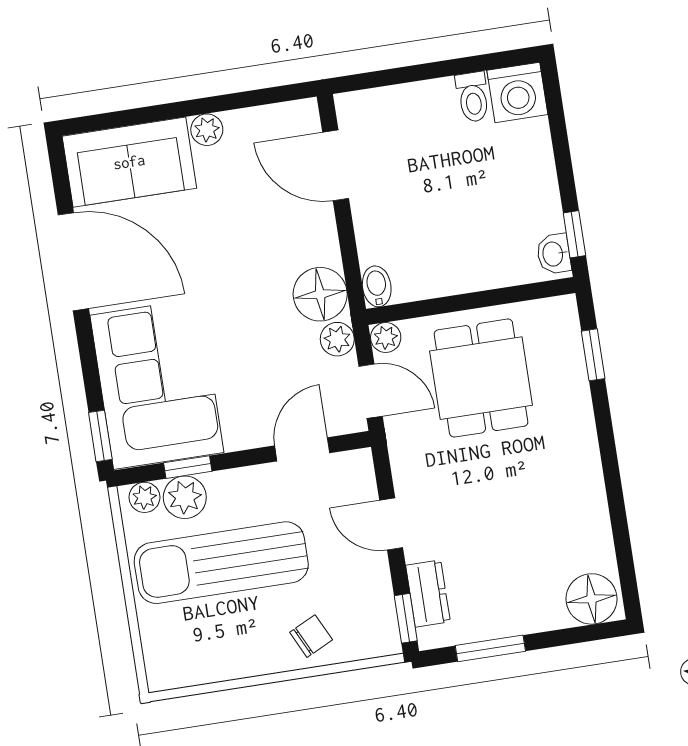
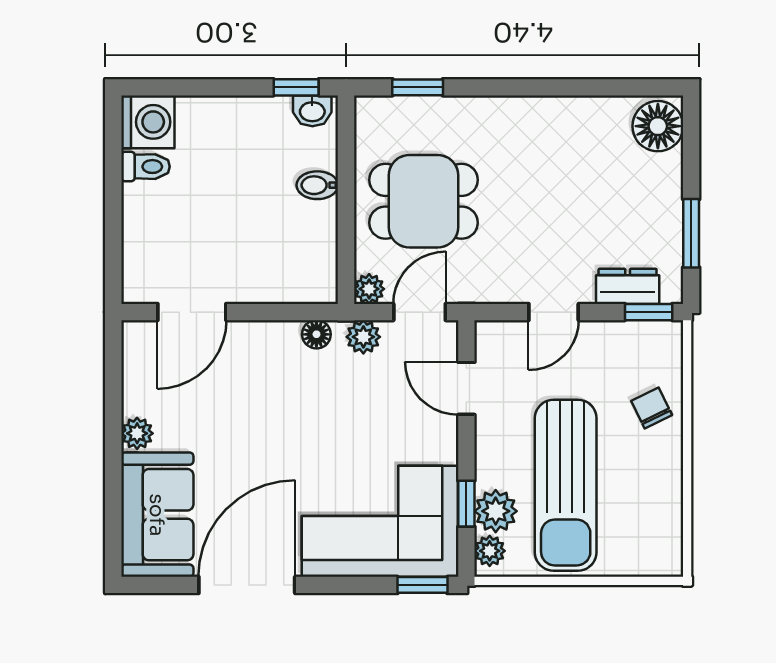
bidet: (377, 286) -> (317, 185), moved
floor lamp: (320, 294) -> (316, 334), width x0.53, depth x0.53

